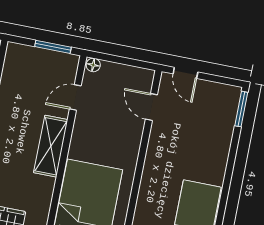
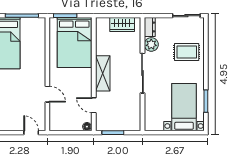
door: (75, 97) -> (94, 105), swing flipped
door: (151, 107) -> (47, 94), moved

